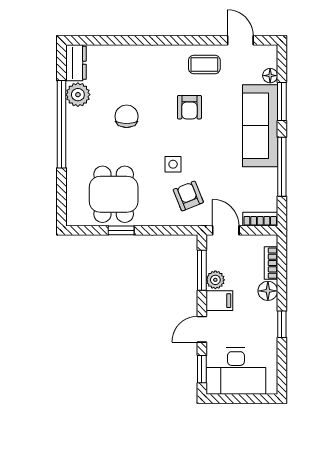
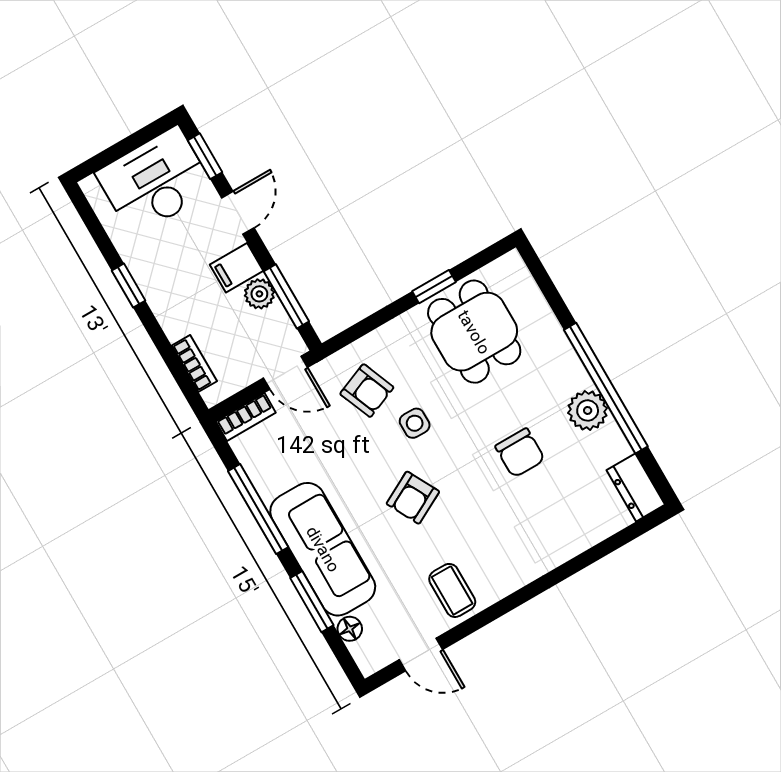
coffee table: (204, 64) -> (452, 590), turned 90
plant: (78, 95) -> (588, 410), moved
armchair: (189, 107) -> (413, 498), moved, turned -118
floor lamp: (268, 291) -> (176, 321), removed

